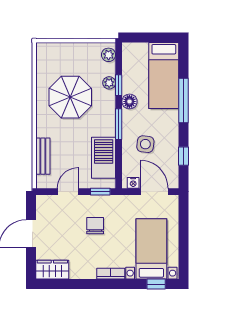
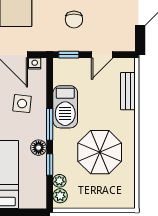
plant: (109, 83) -> (59, 181), moved
barbecue: (104, 158) -> (65, 107), moved

